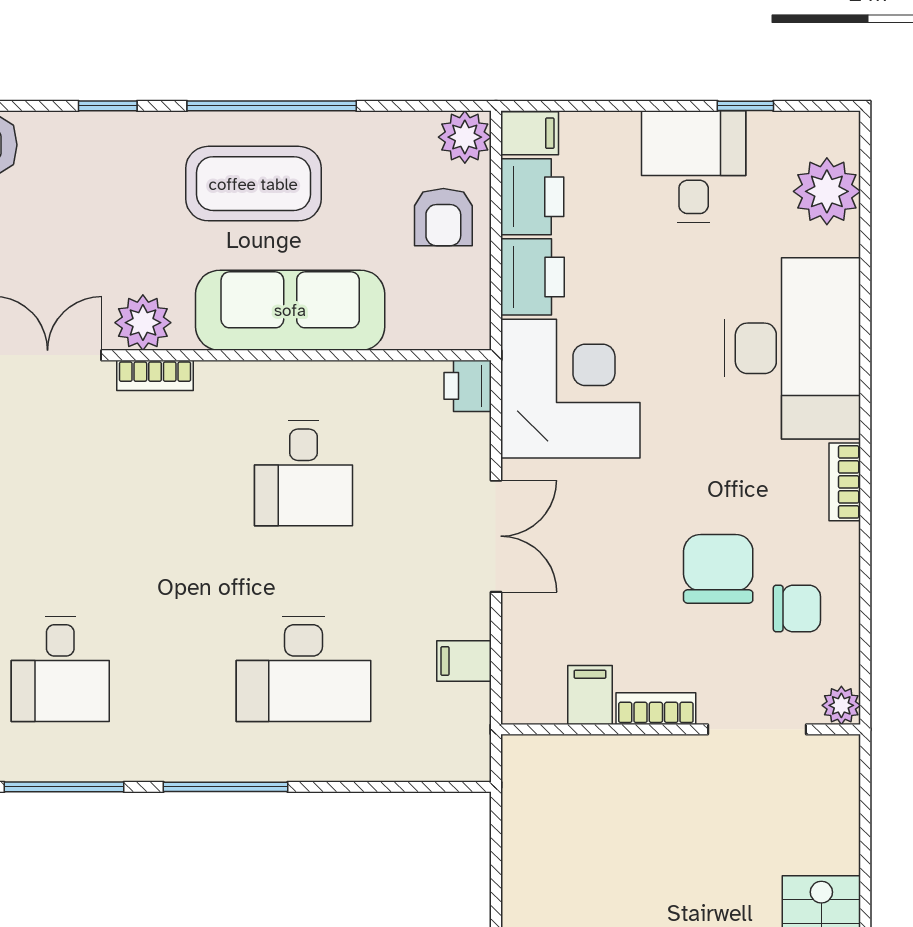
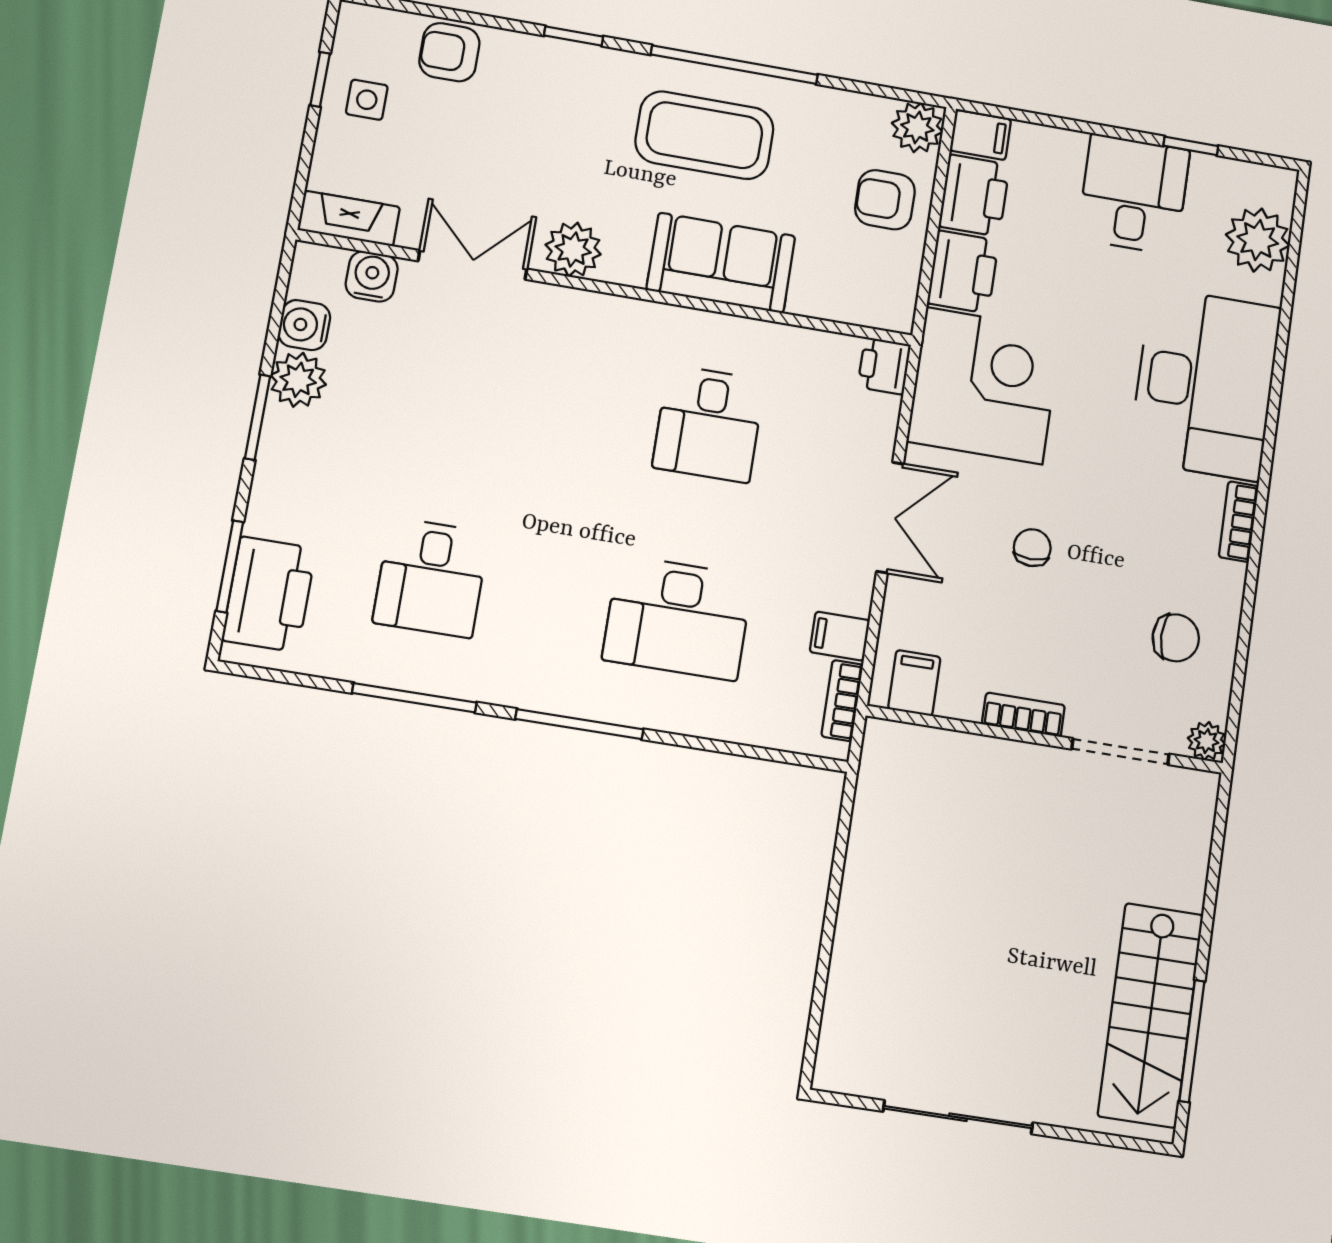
armchair: (443, 217) -> (885, 200), turned 90
sofa: (290, 310) -> (721, 263), width x0.73
bookcase: (155, 375) -> (842, 701), moved, turned 90
chair: (718, 569) -> (1032, 548), moved, width x0.54, depth x0.54
filing cabinet: (590, 695) -> (914, 683), moved

